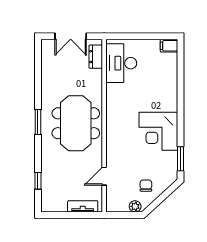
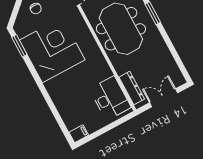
dresser: (96, 57) -> (132, 88), width x1.44
corner desk: (158, 131) -> (52, 50), width x1.36, depth x1.36

